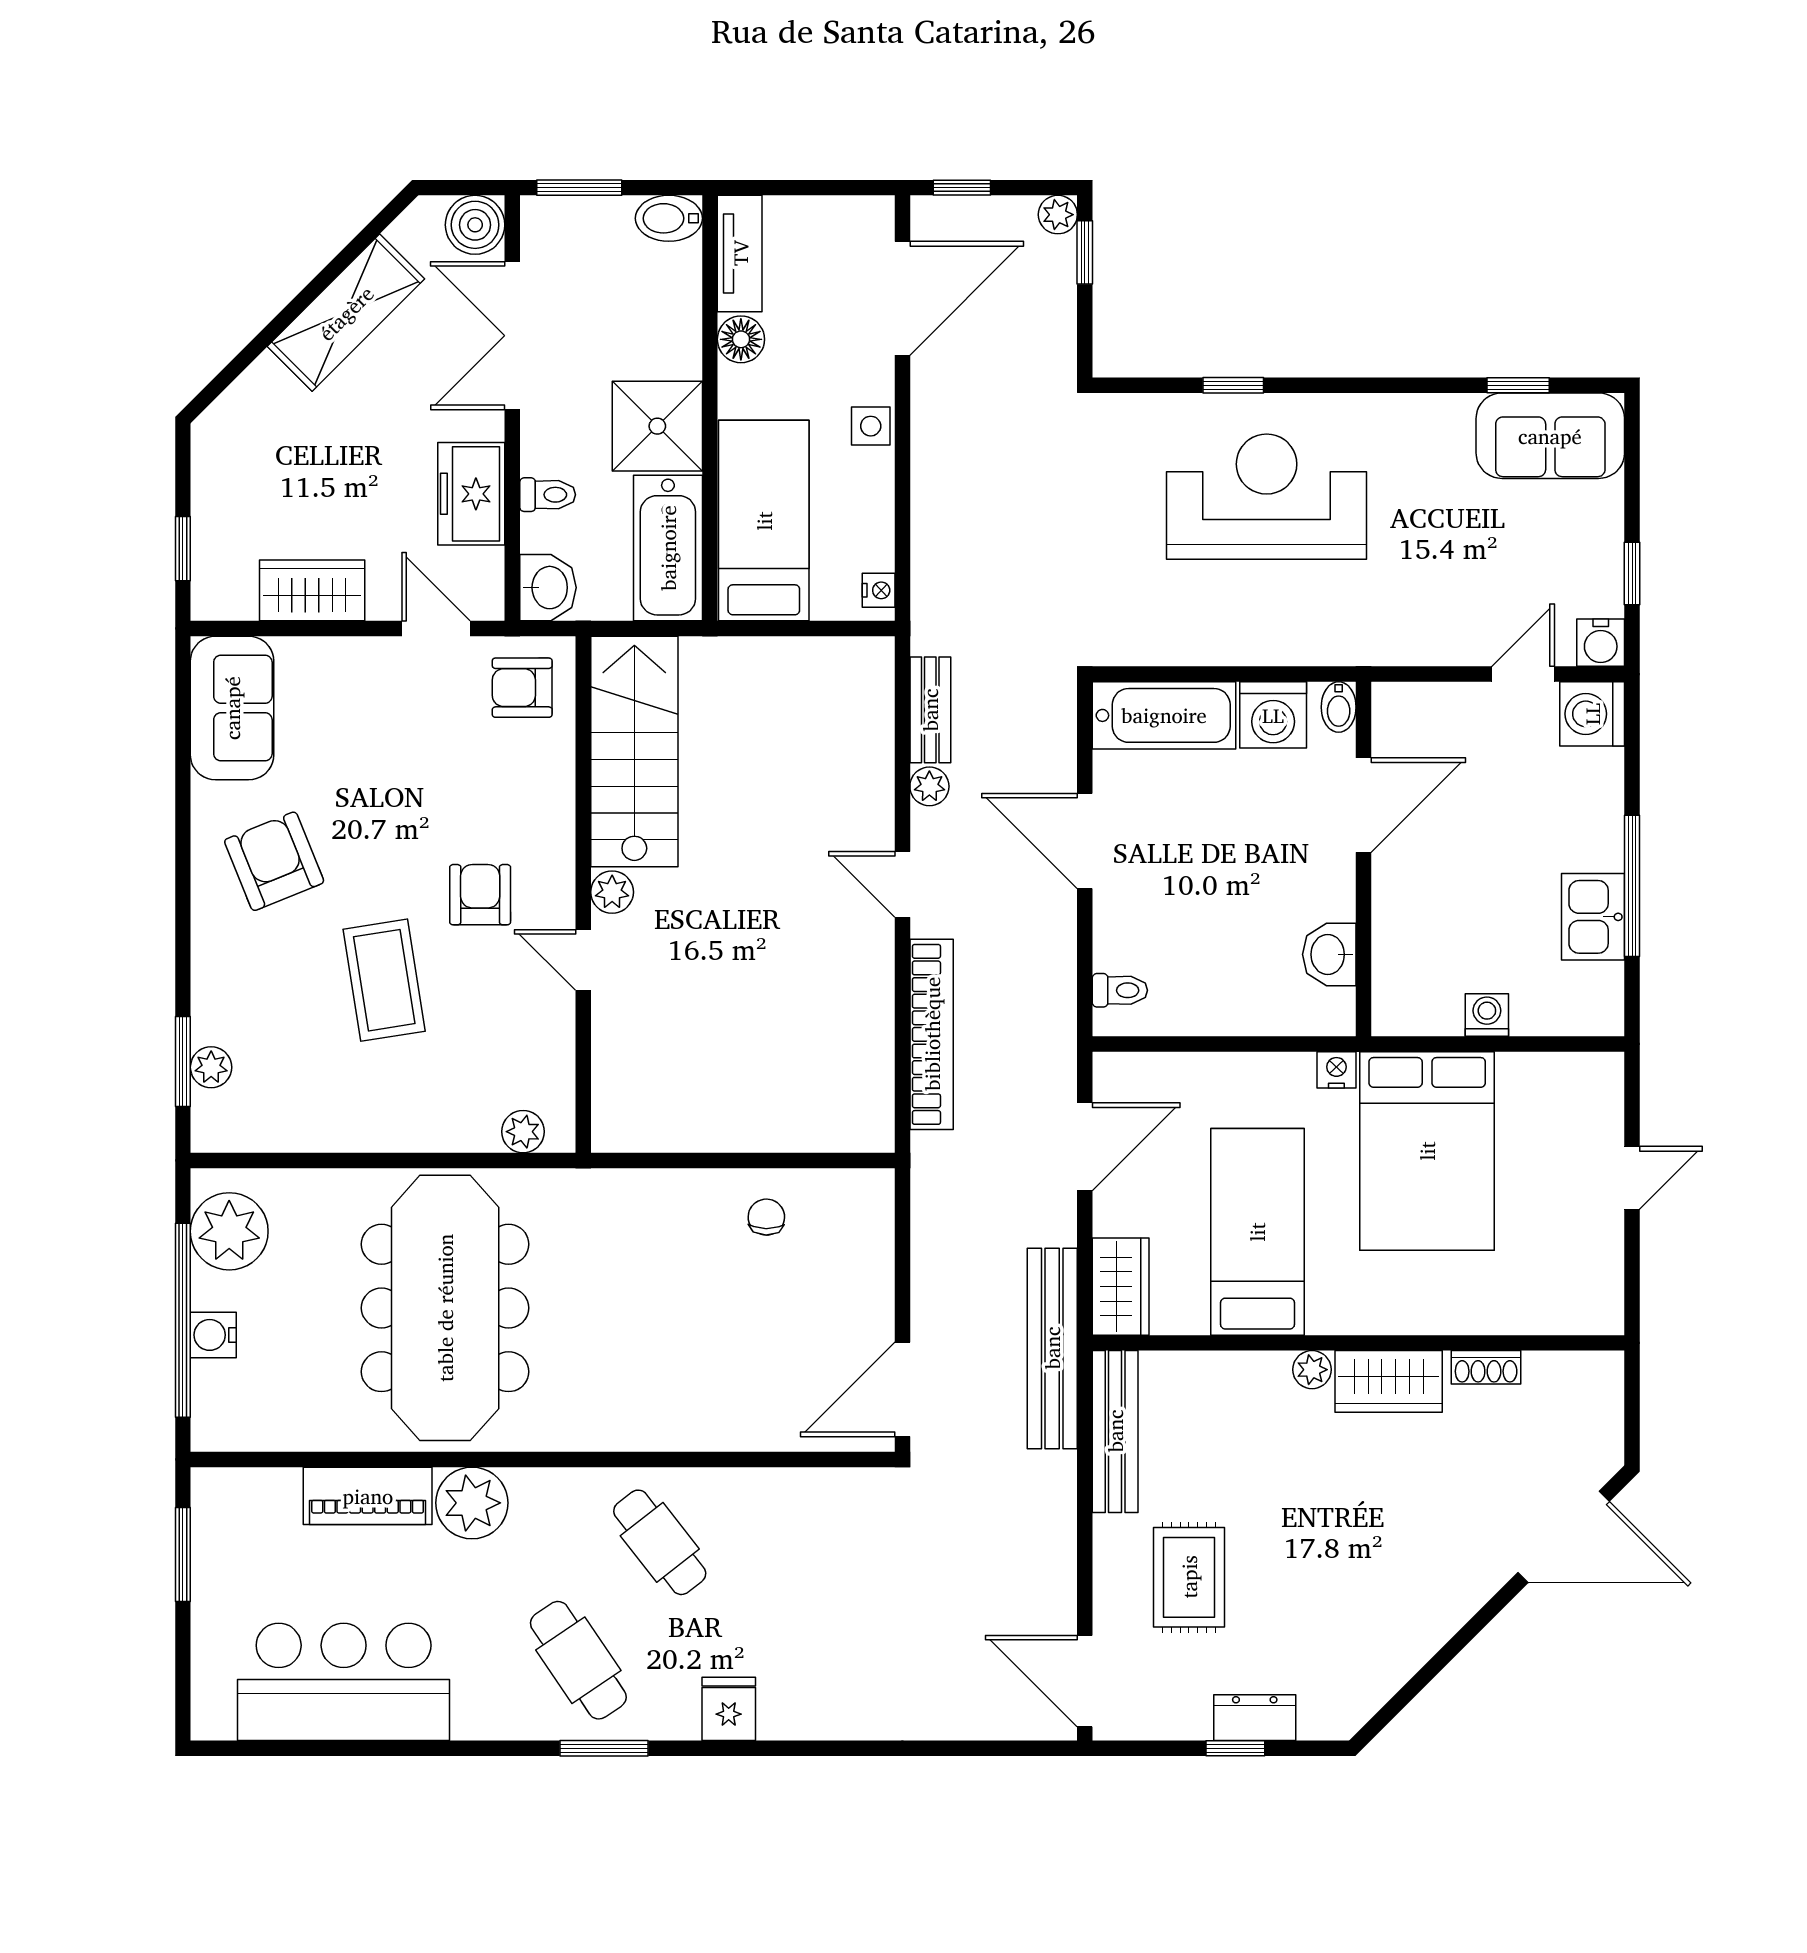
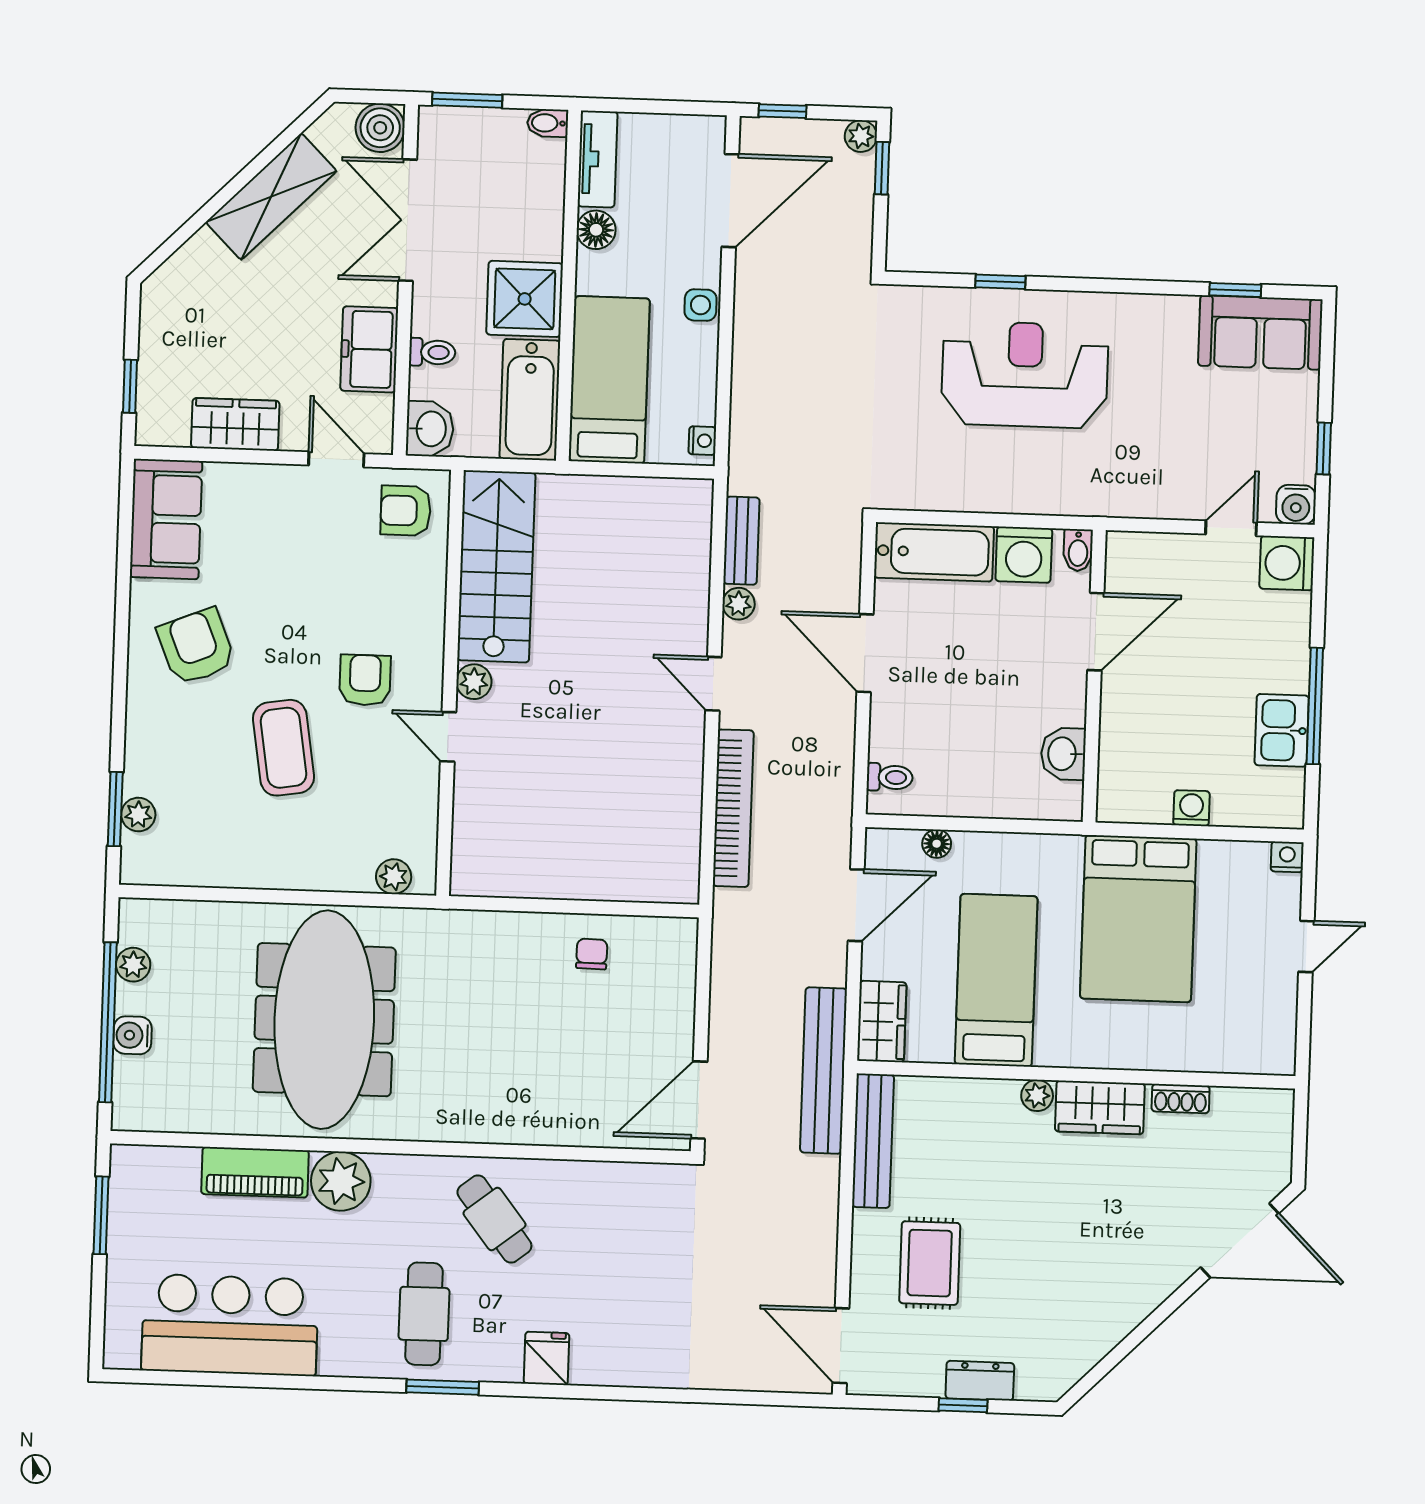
bidet: (669, 218) -> (548, 123), width x0.72, depth x0.74
floor lamp: (1180, 1069) -> (937, 844), added
nightstand: (1336, 1070) -> (1287, 857), moved
plant: (229, 1231) -> (133, 965), width x0.53, depth x0.53
cafe table: (578, 1660) -> (424, 1314), turned 34

